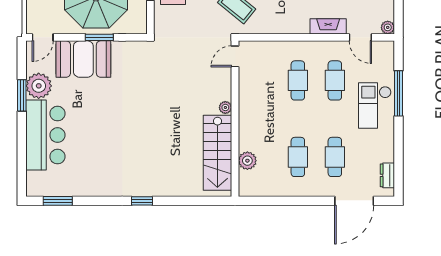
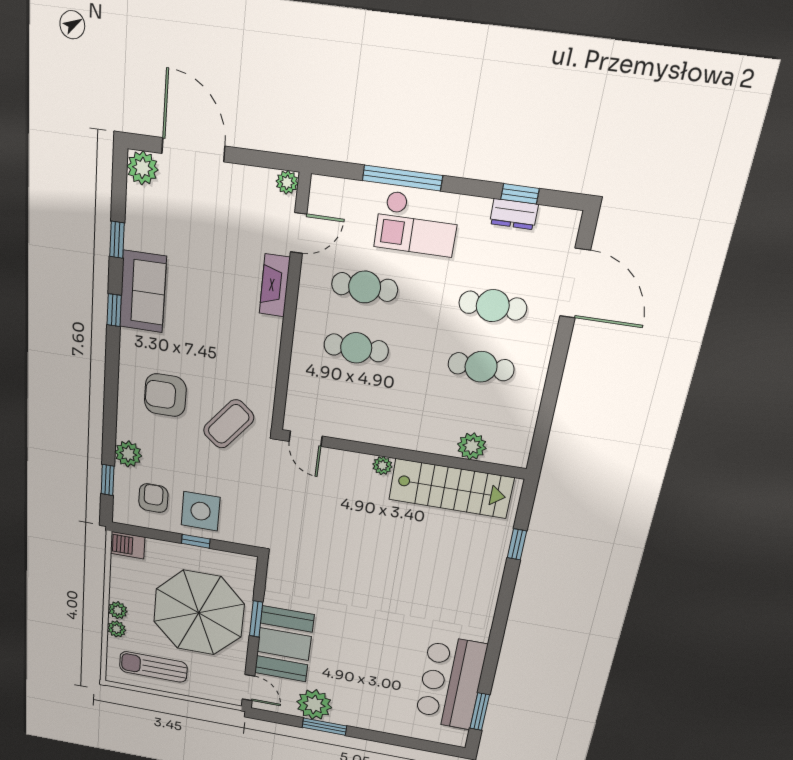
bar counter: (45, 135) -> (451, 683), moved, turned -90
window: (399, 160) -> (520, 194), added
dresser: (387, 175) -> (514, 214), moved
window: (142, 201) -> (517, 544), moved

